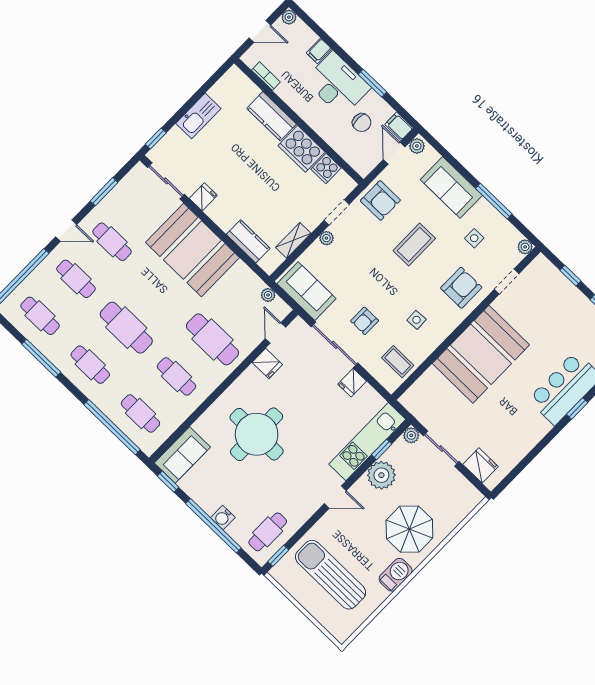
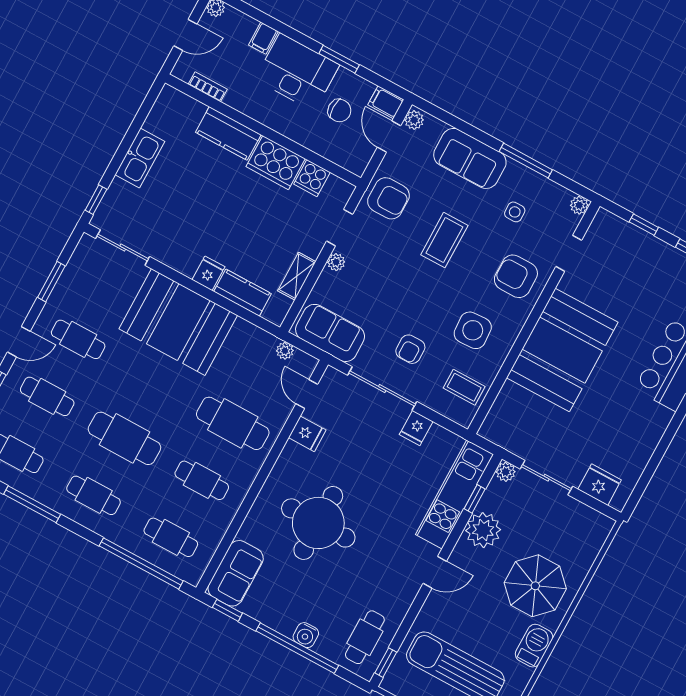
fridge: (203, 197) -> (208, 273), moved
armchair: (461, 288) -> (516, 276), turned -90
side table: (417, 320) -> (473, 330), width x1.87, depth x1.87

